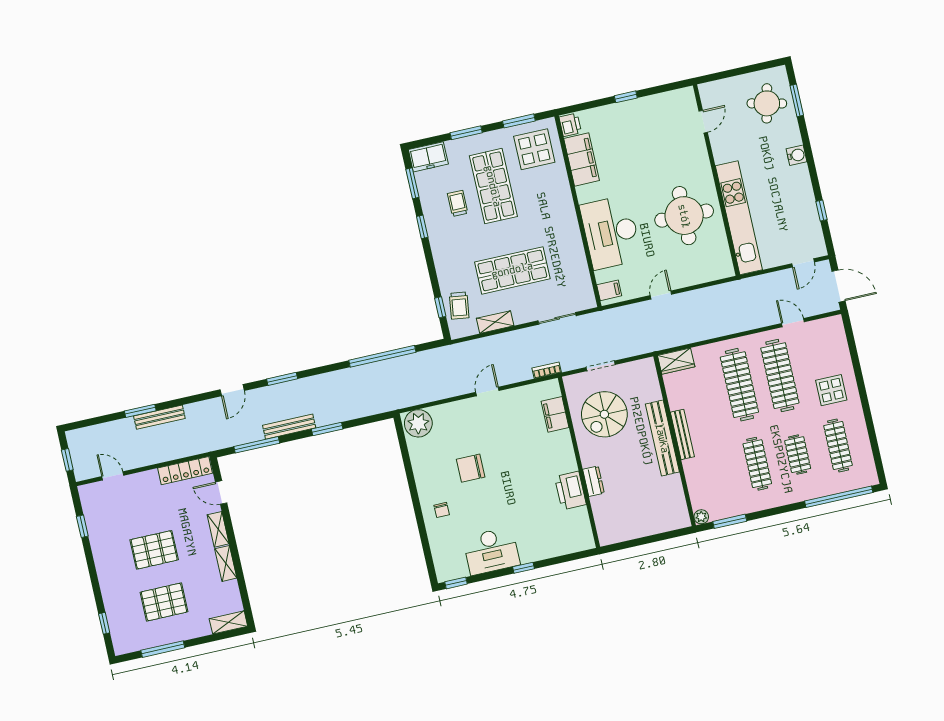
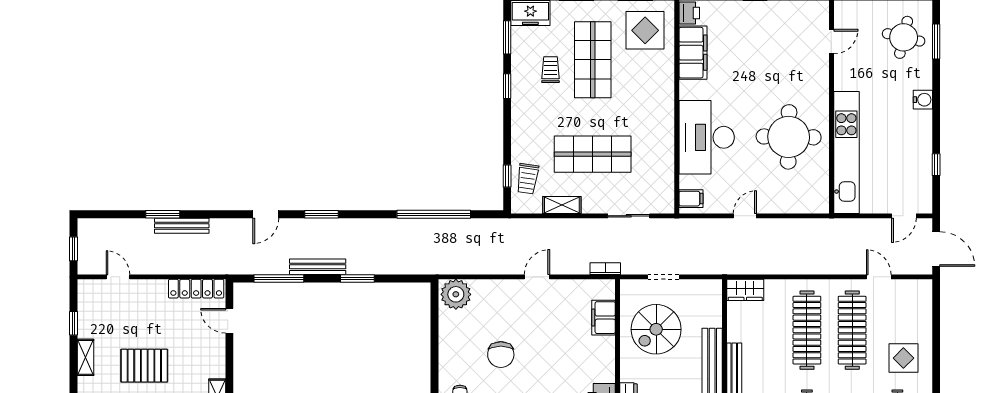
chair: (471, 468) -> (501, 355), turned -90
shelving: (218, 529) -> (85, 357), moved

